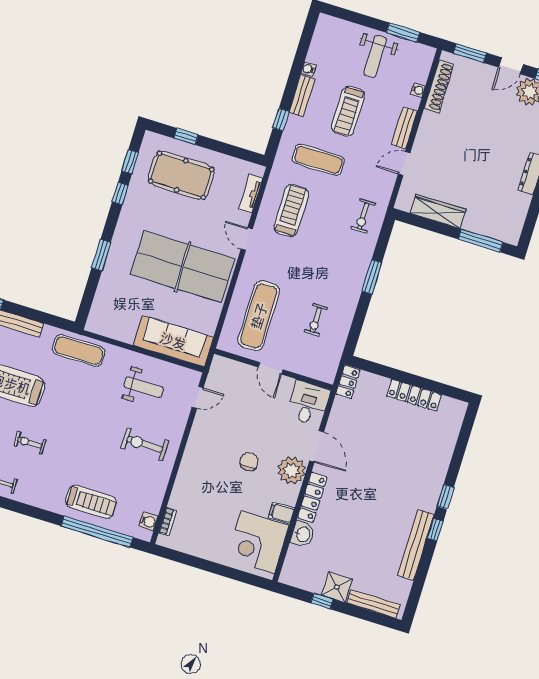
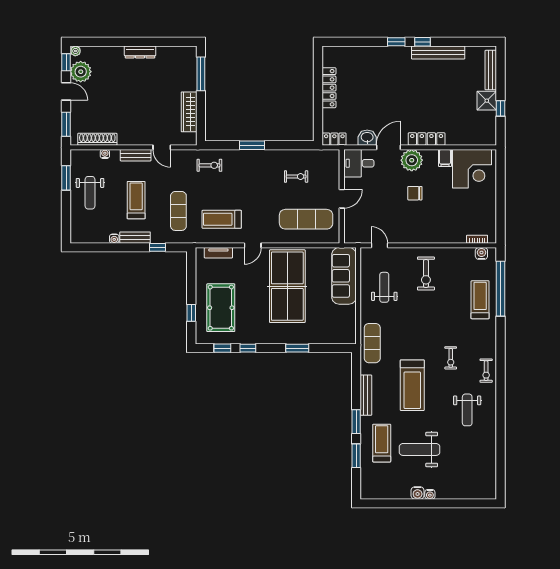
weight bench: (375, 56) -> (90, 193), turned 90
treadmill: (348, 111) -> (136, 200), turned -90
washbasin: (303, 534) -> (367, 138), moved

